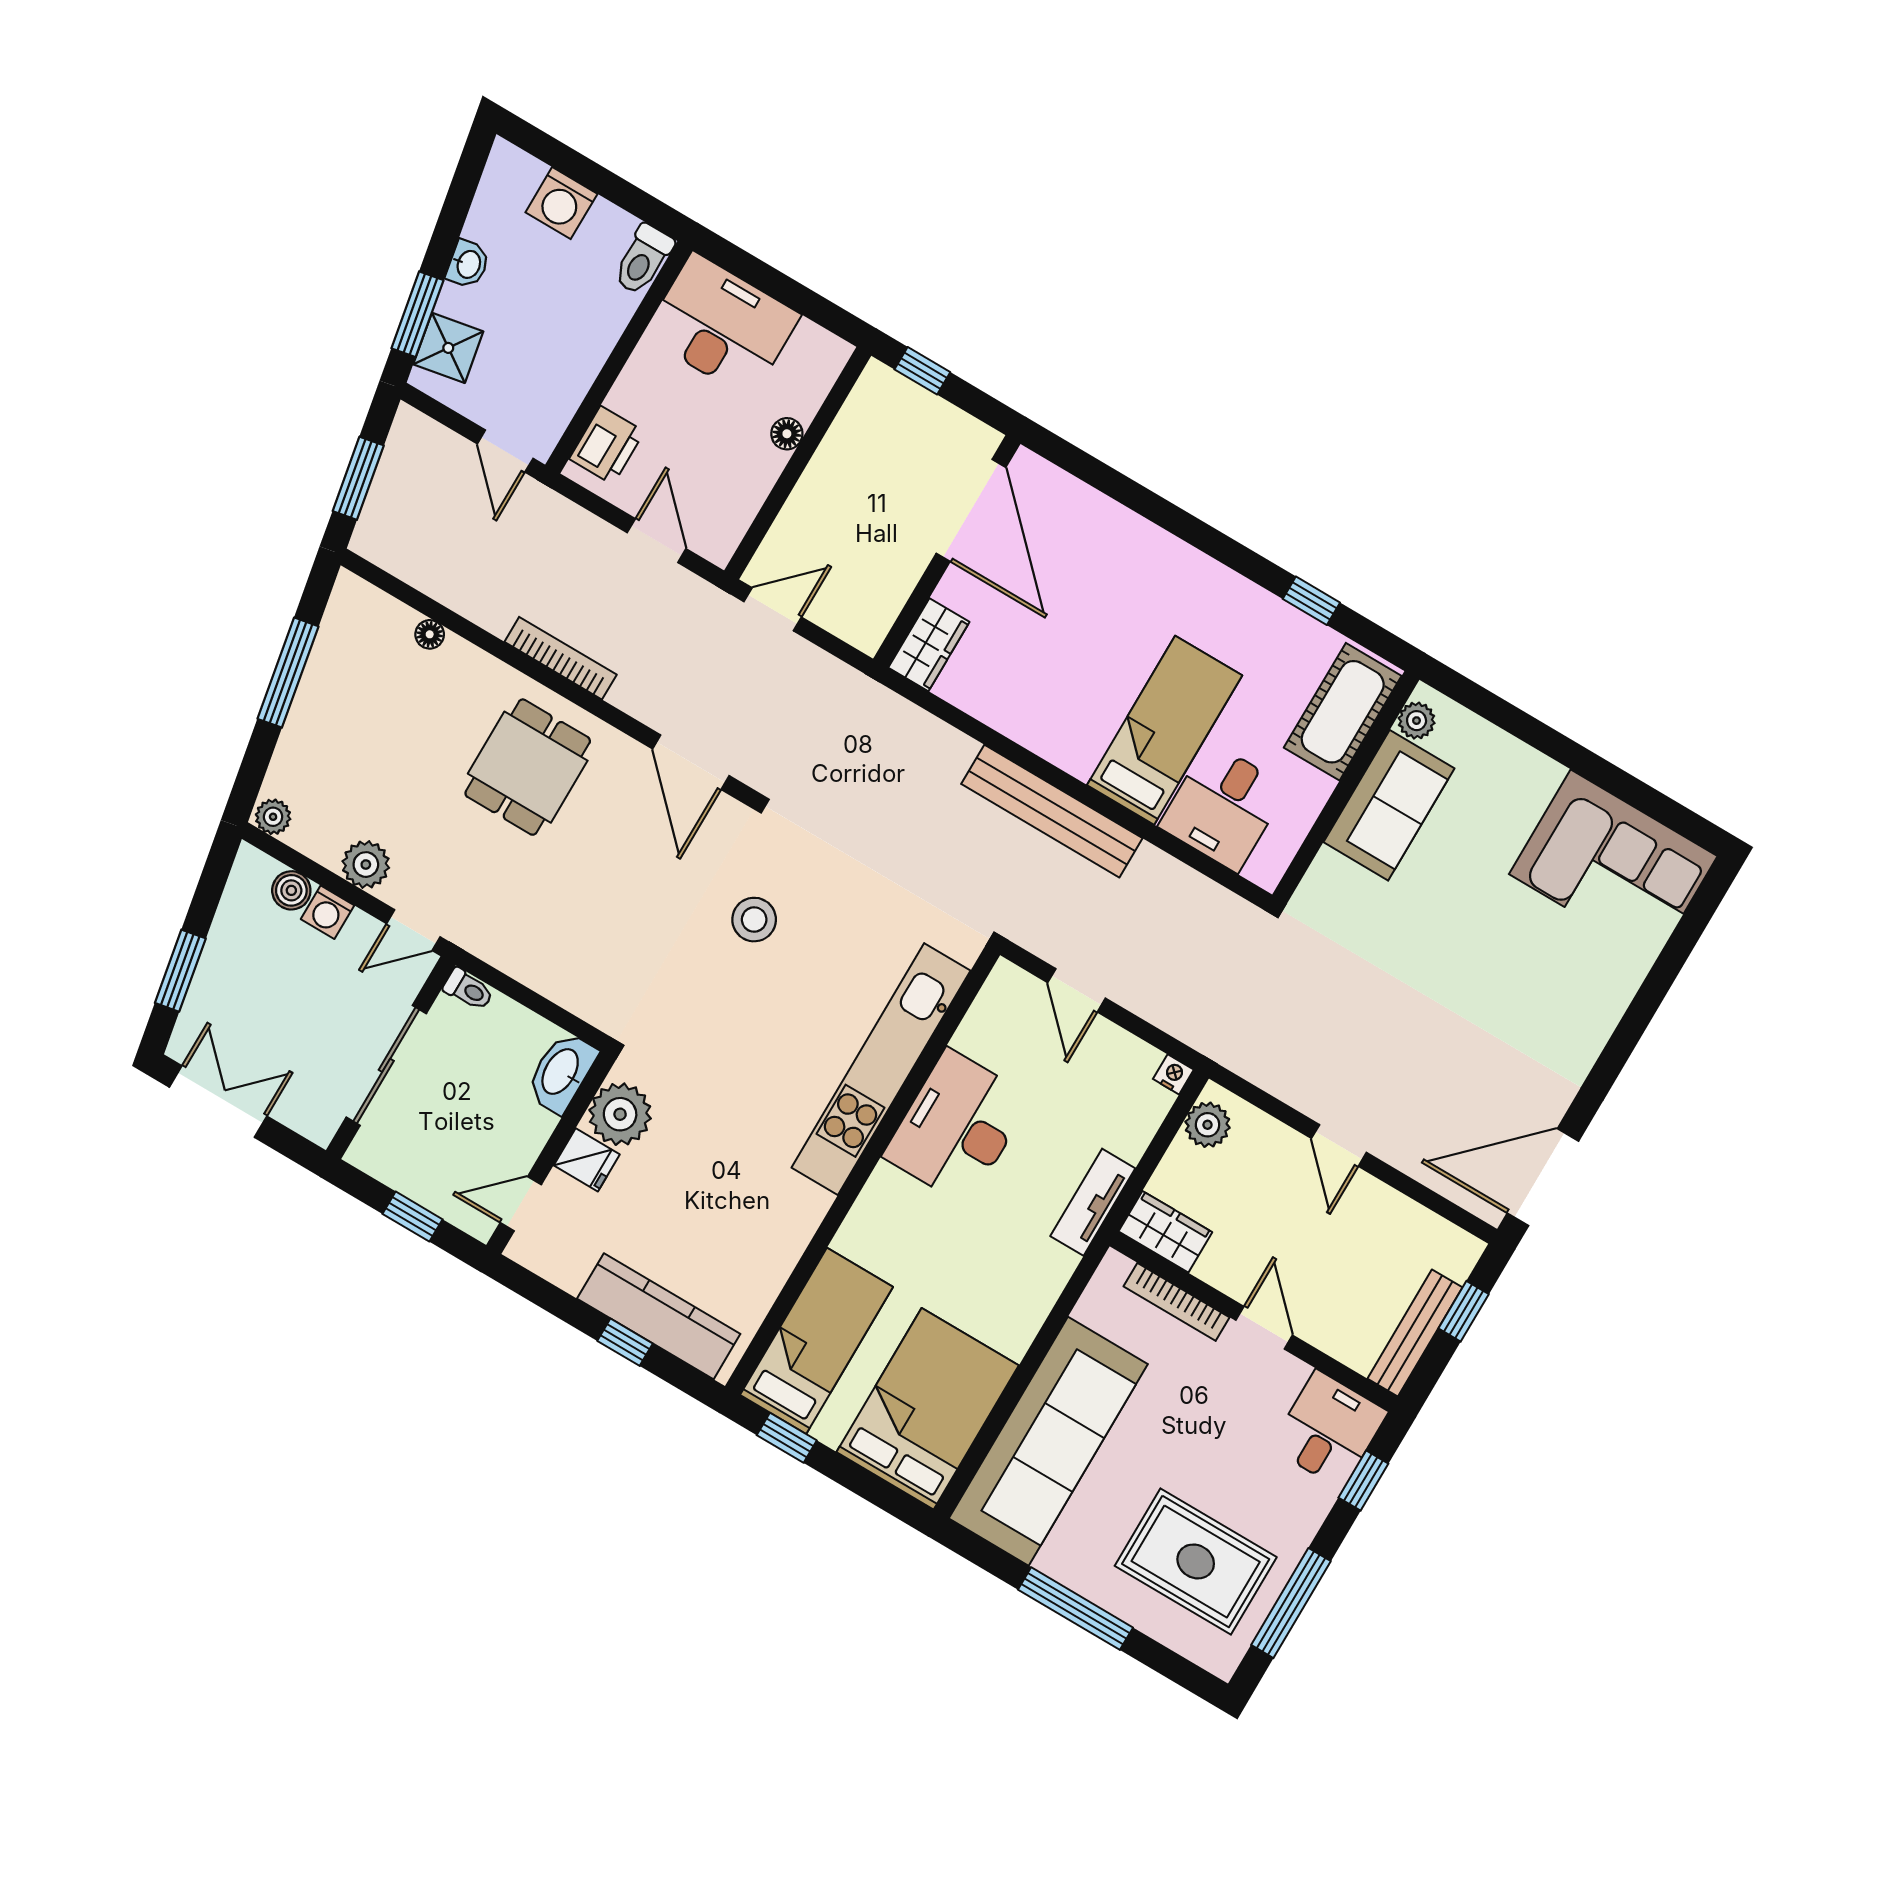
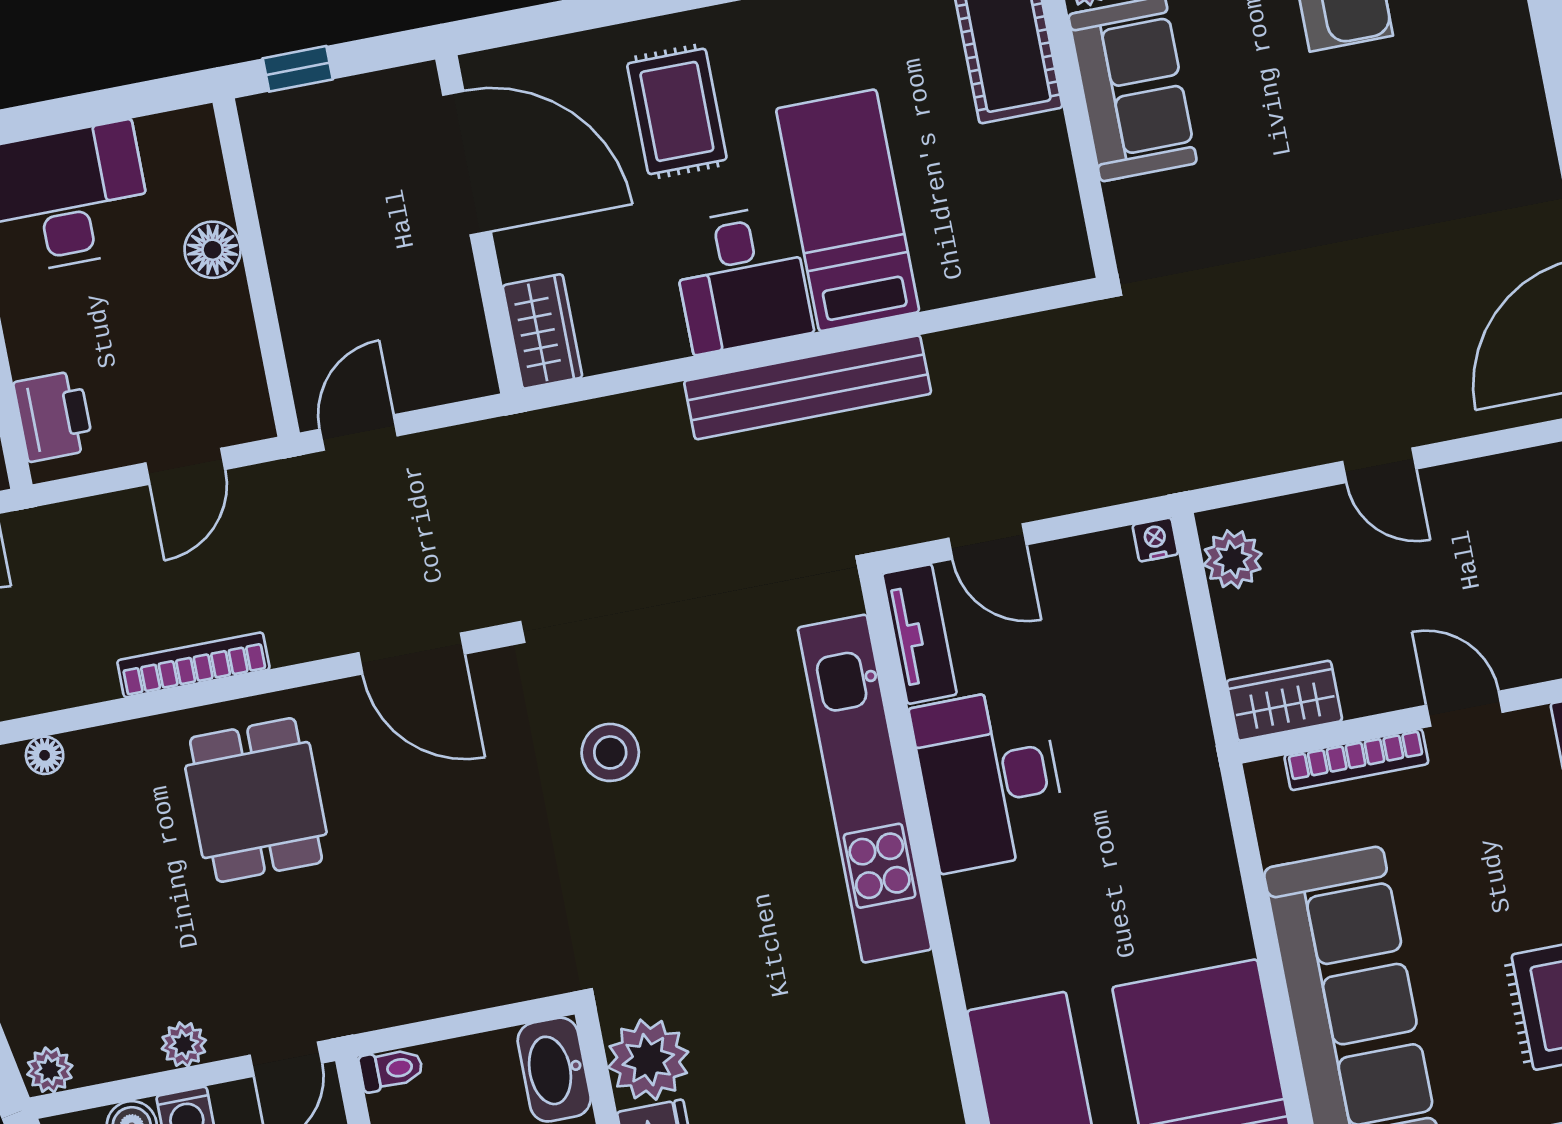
floor lamp: (787, 434) -> (213, 250), width x1.37, depth x1.37
door: (657, 541) -> (185, 466), swing flipped
rug: (1117, 587) -> (677, 111), added
desk: (1223, 807) -> (742, 279), moved
plant: (366, 865) -> (184, 1044), width x0.73, depth x0.73
tv unit: (1093, 1202) -> (920, 634), moved, turned 180

